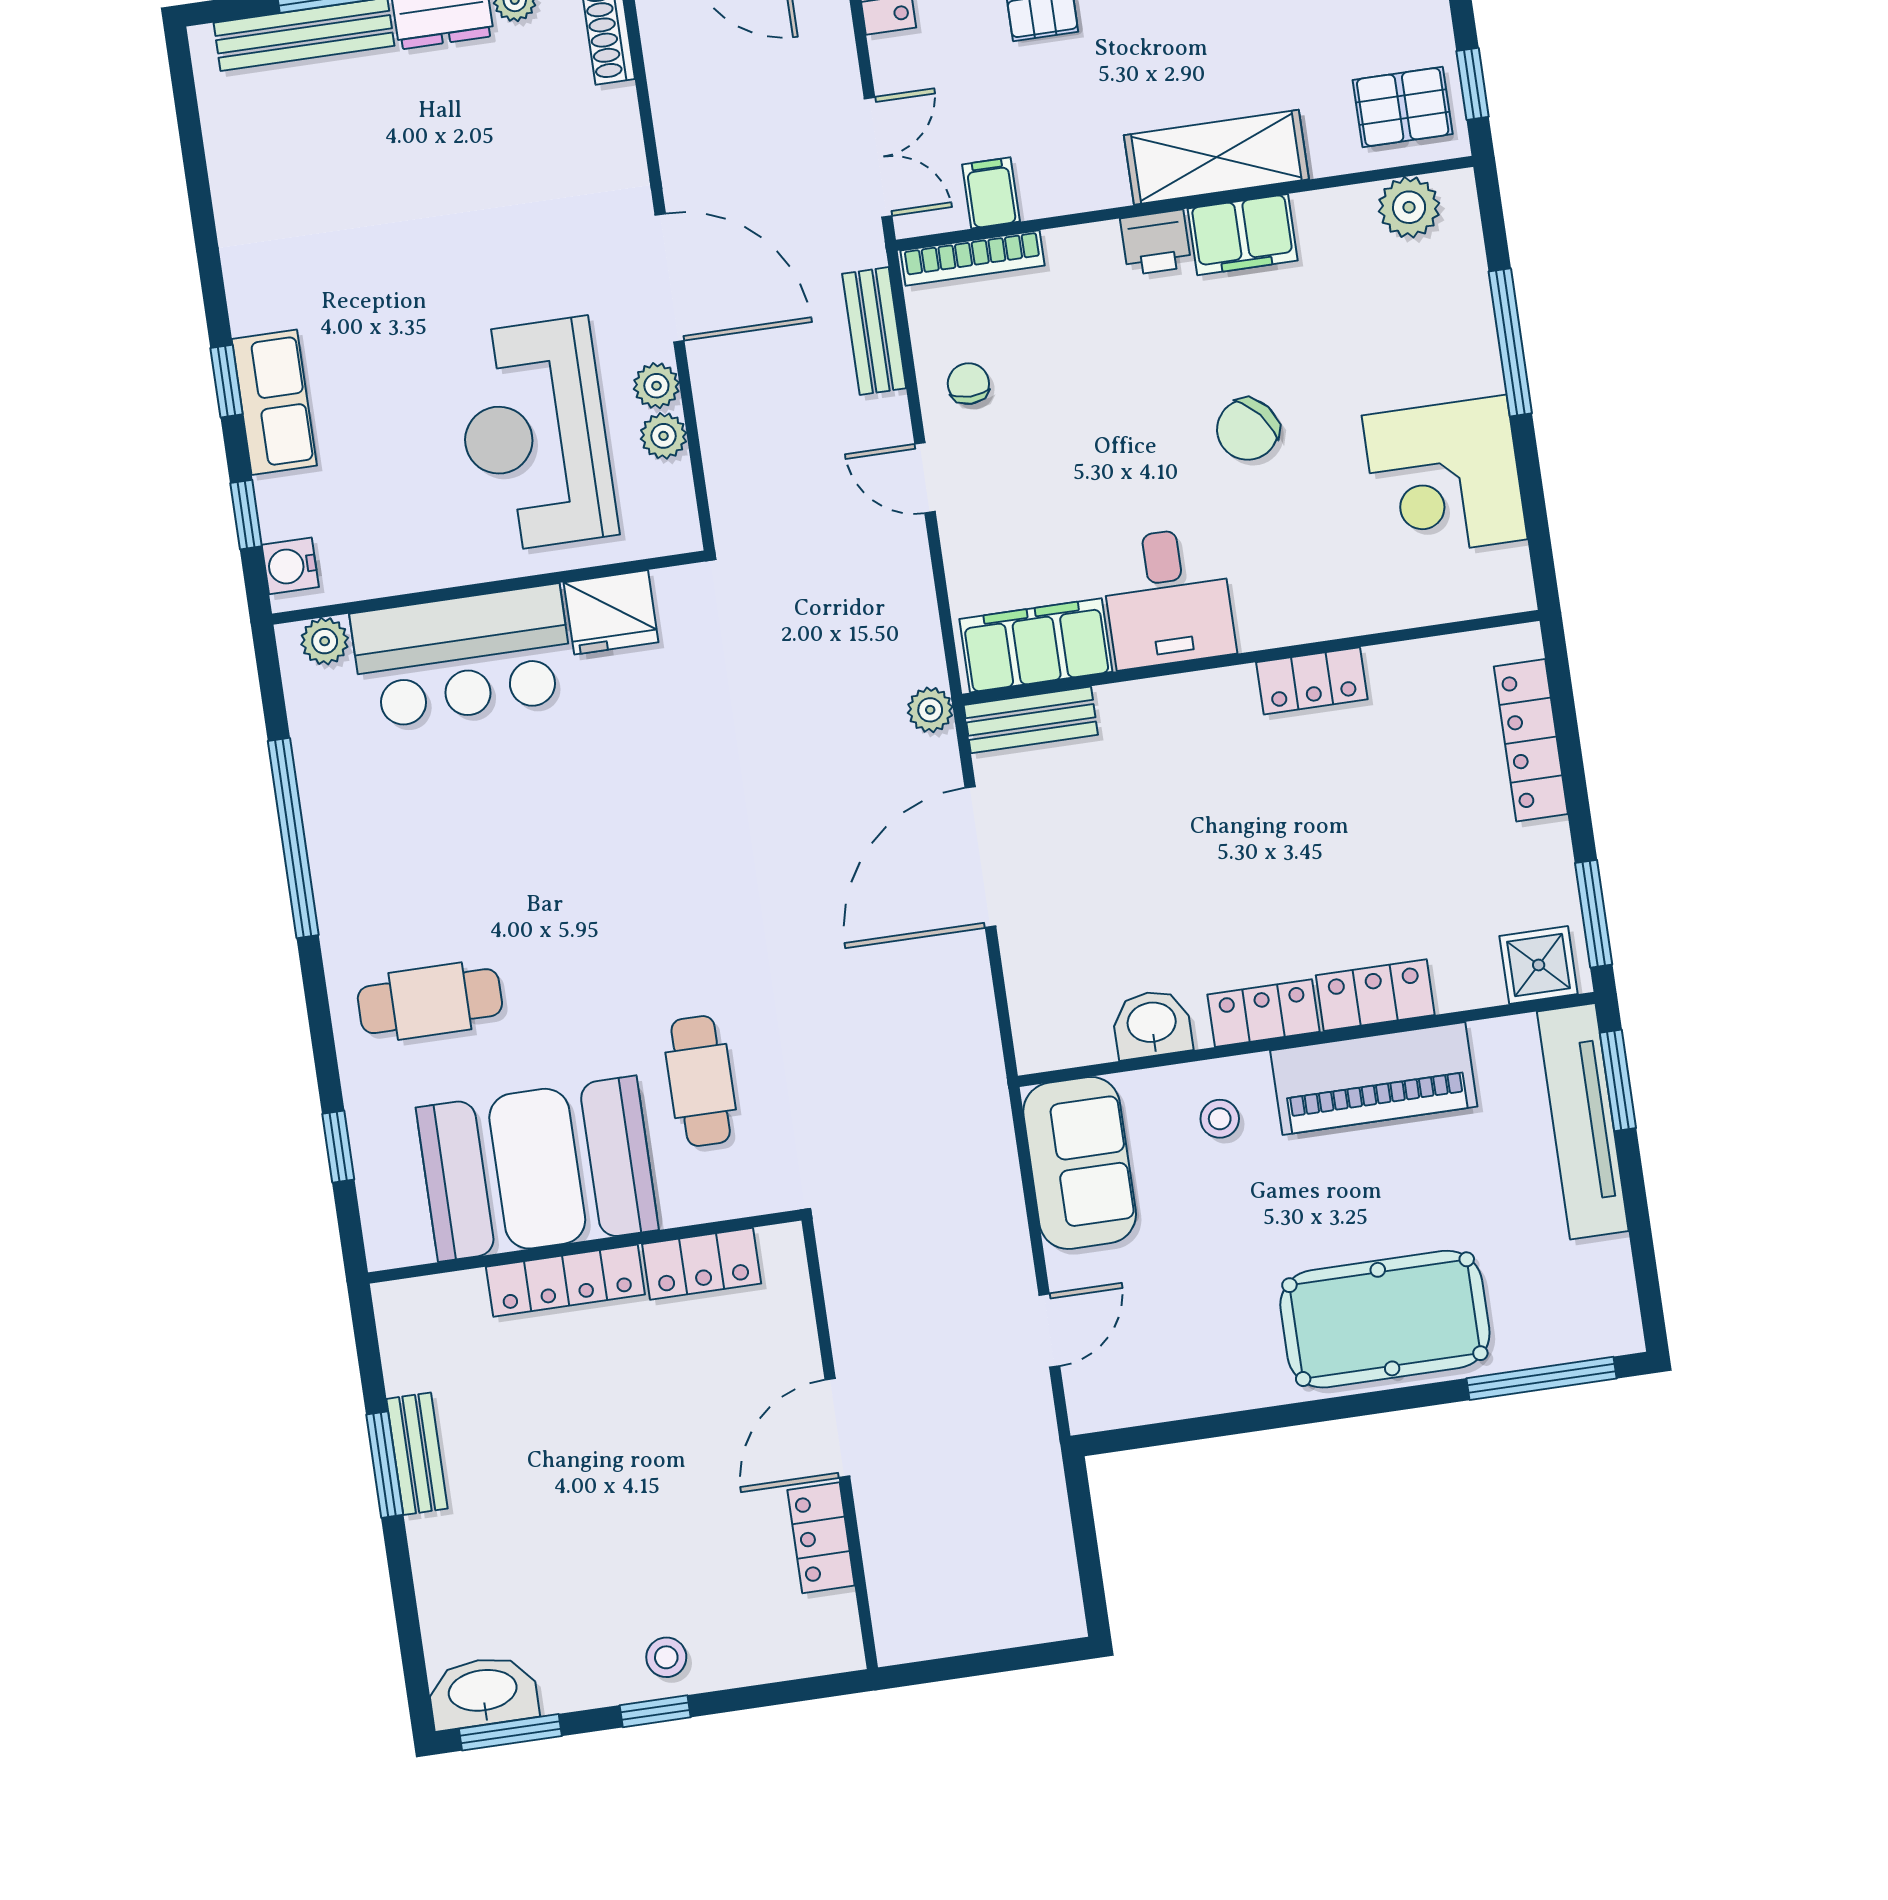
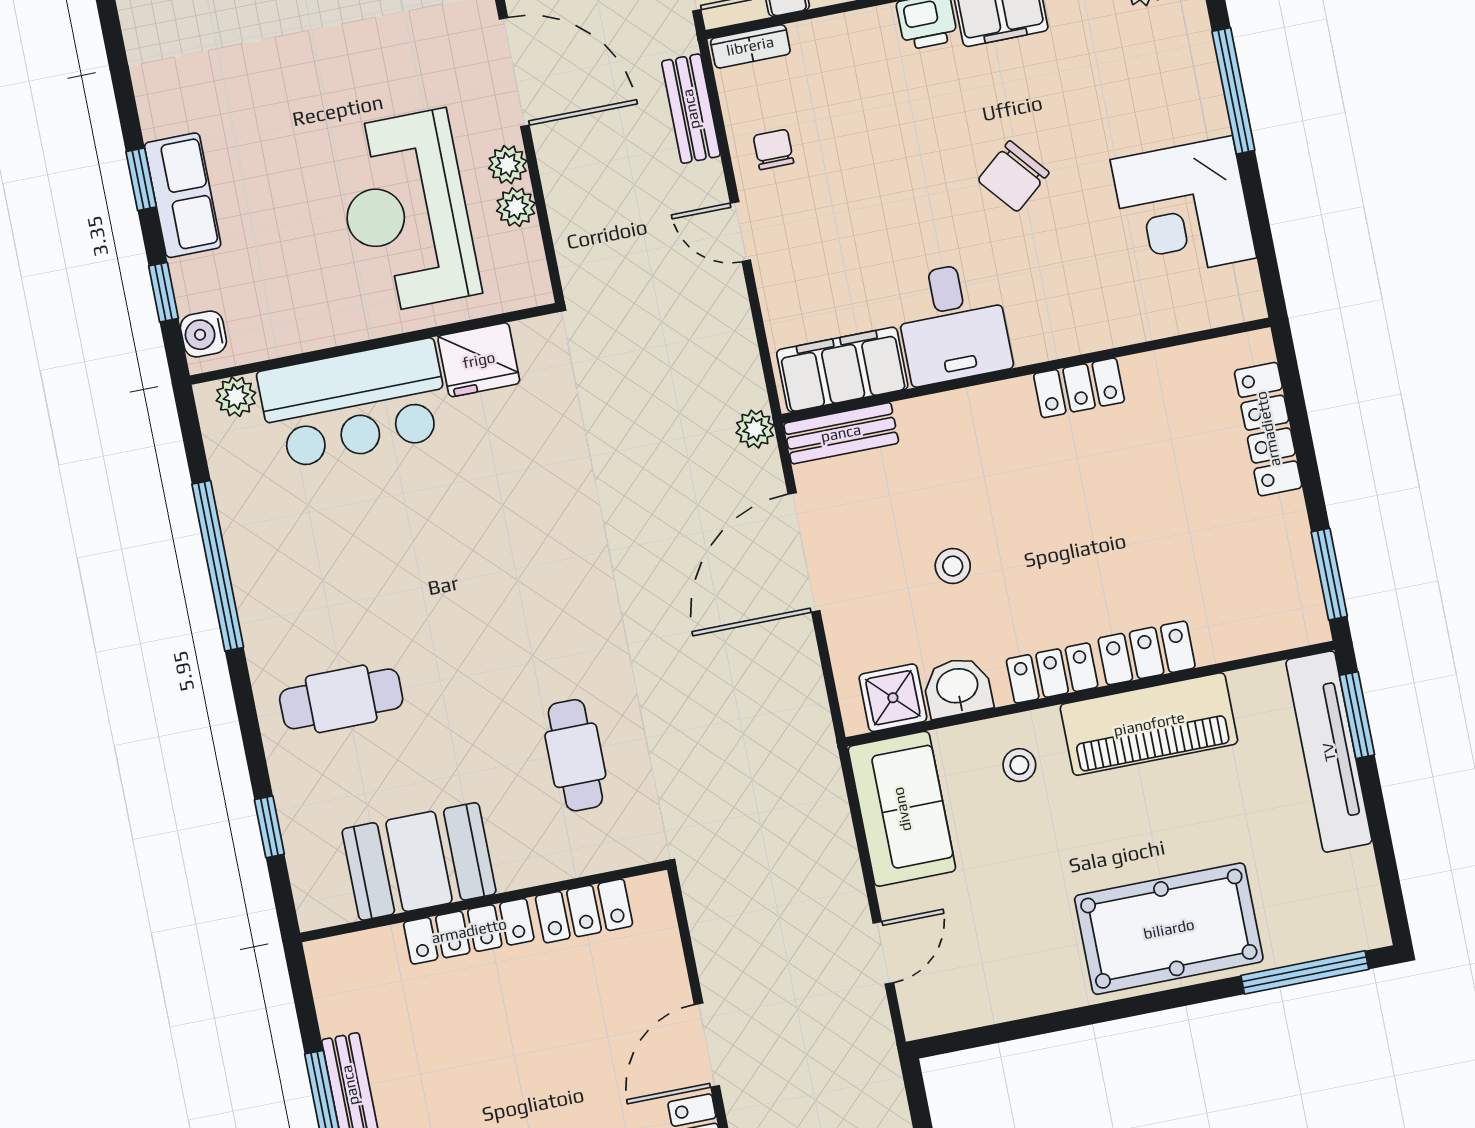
bookcase: (973, 258) -> (750, 46), width x0.64
stool: (1154, 882) -> (953, 566), added
shower: (1539, 965) -> (893, 698), moved
booth: (537, 1169) -> (419, 861), width x0.73, depth x0.70

